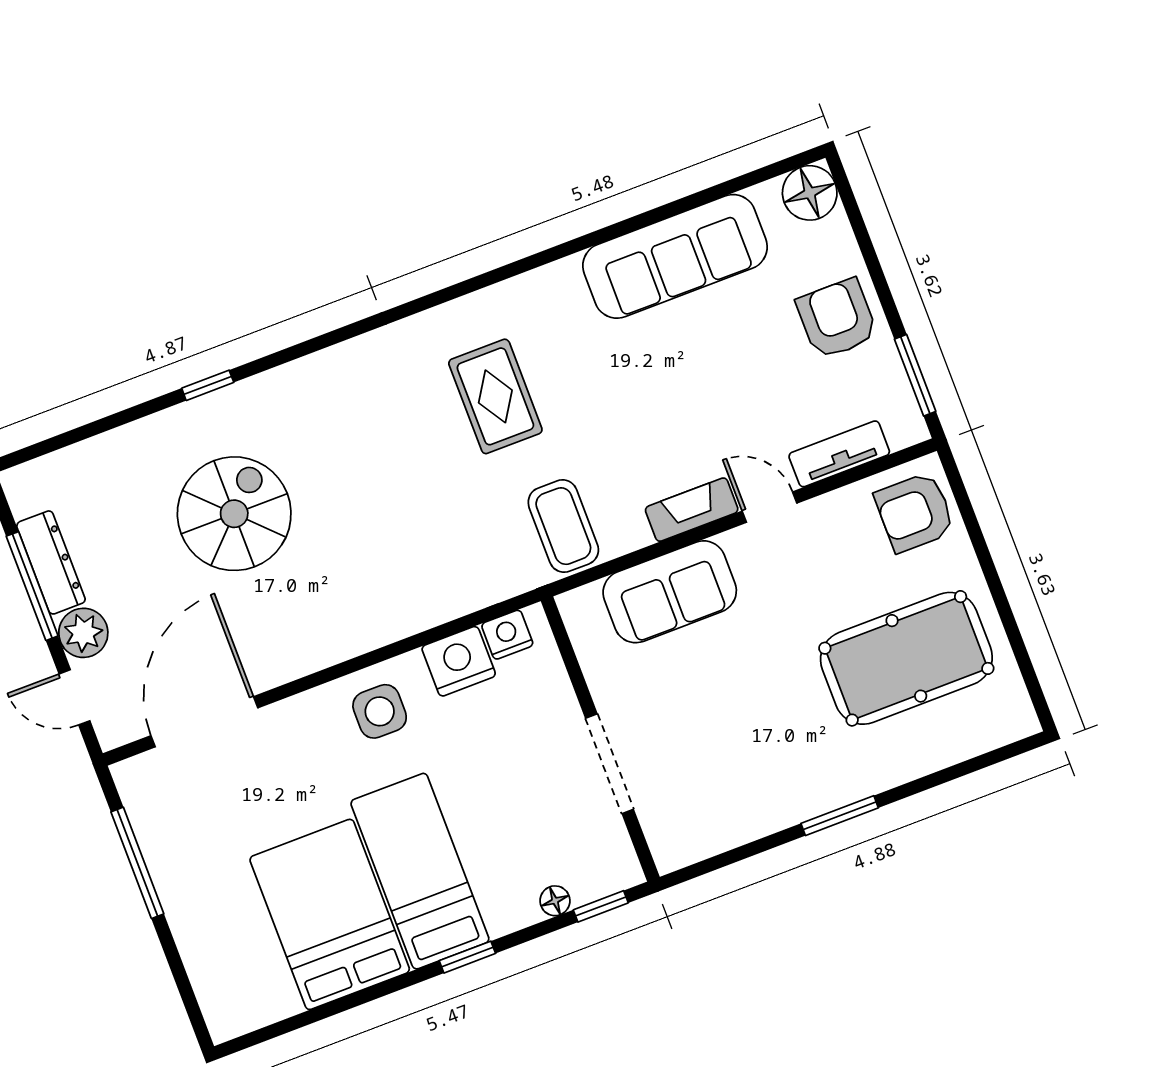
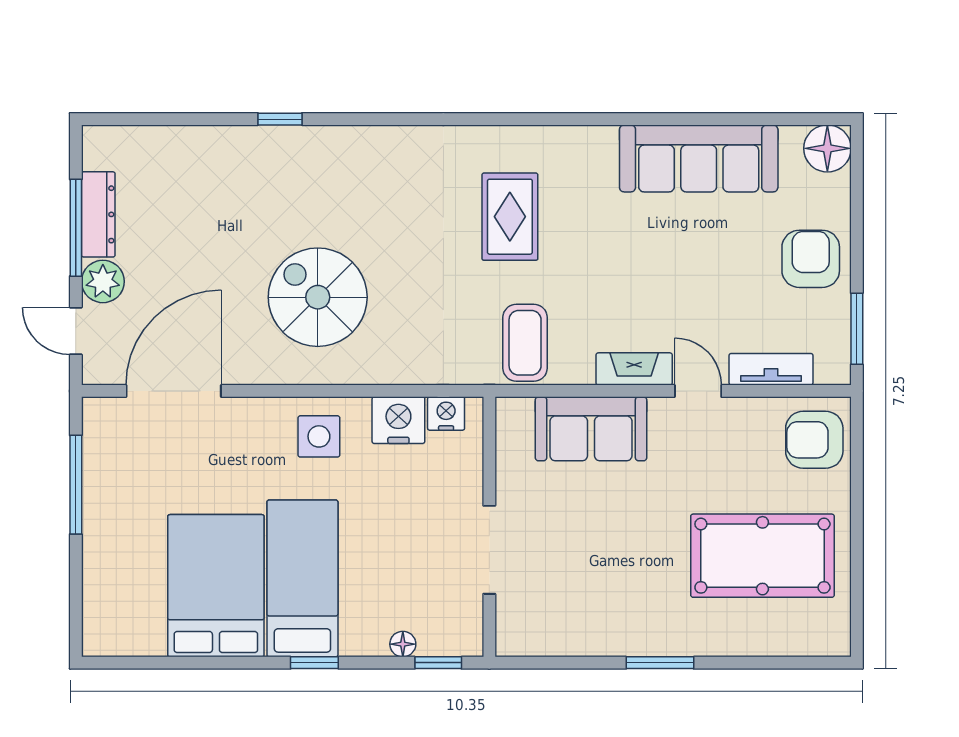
spiral stairs: (234, 514) -> (318, 297), moved, turned -90

